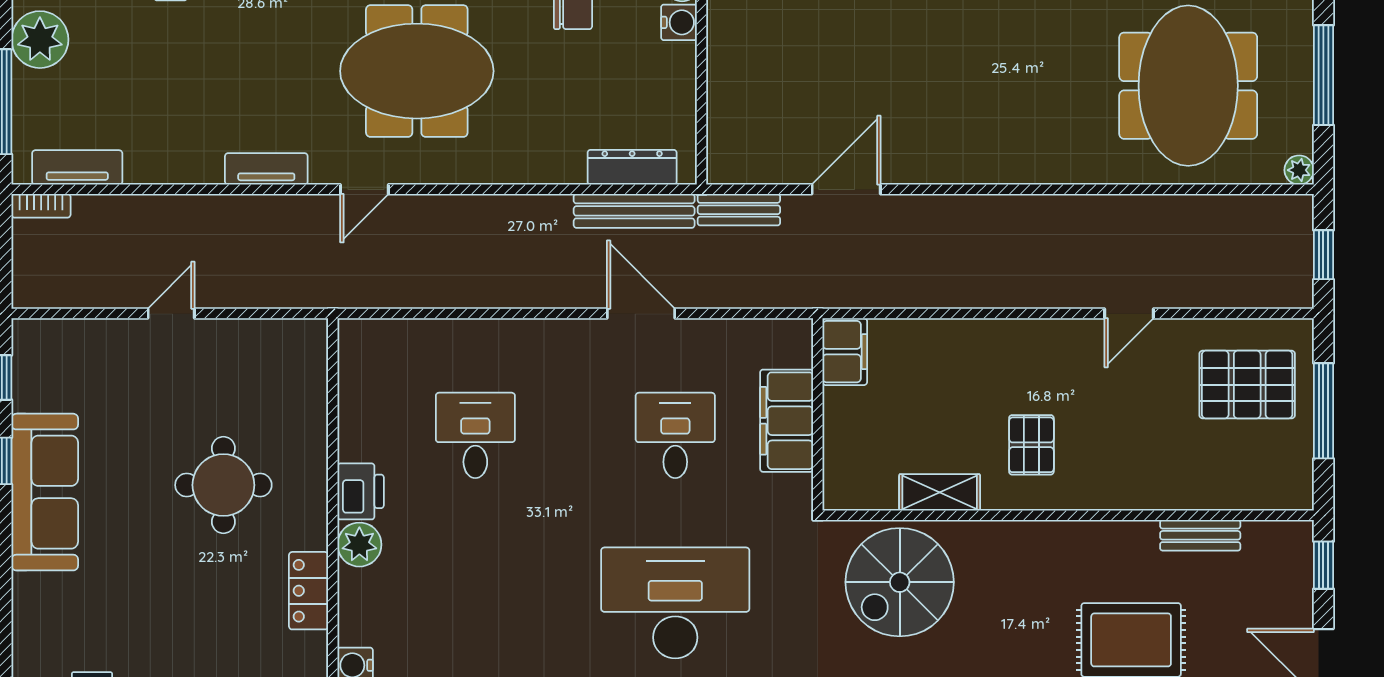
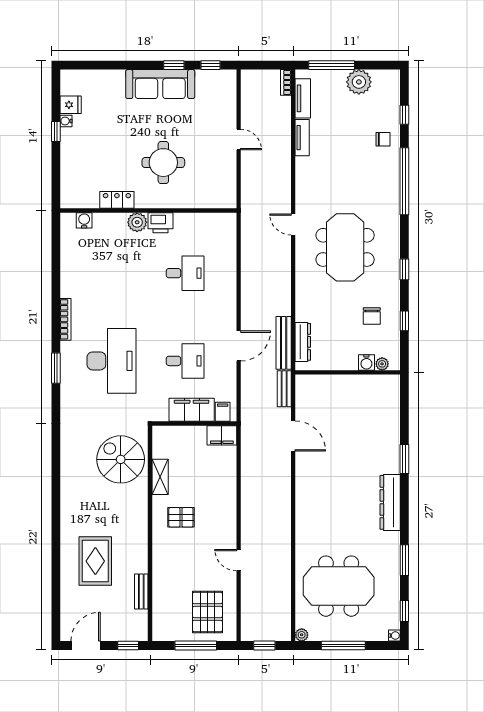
tv unit: (266, 169) -> (302, 138), moved
filing cabinet: (791, 350) -> (223, 412), added

